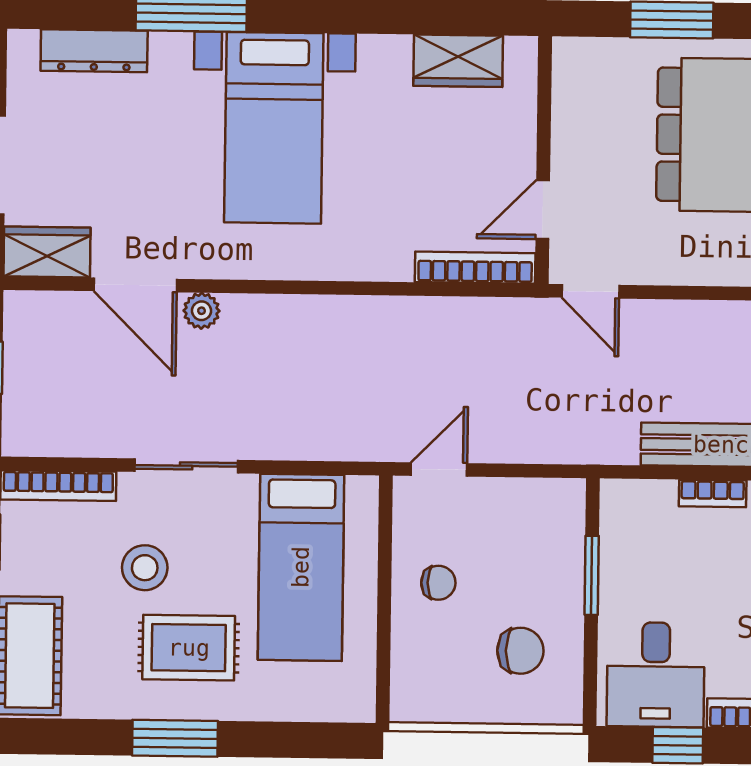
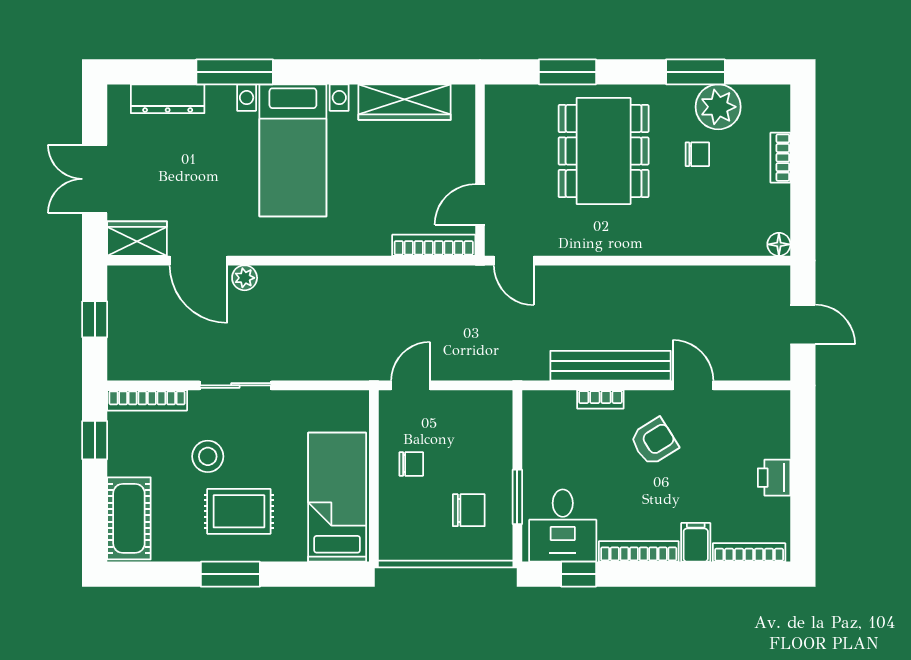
wardrobe: (458, 61) -> (405, 102), width x1.50
bed: (301, 567) -> (337, 497), moved, turned 180
window: (592, 575) -> (517, 497), moved

